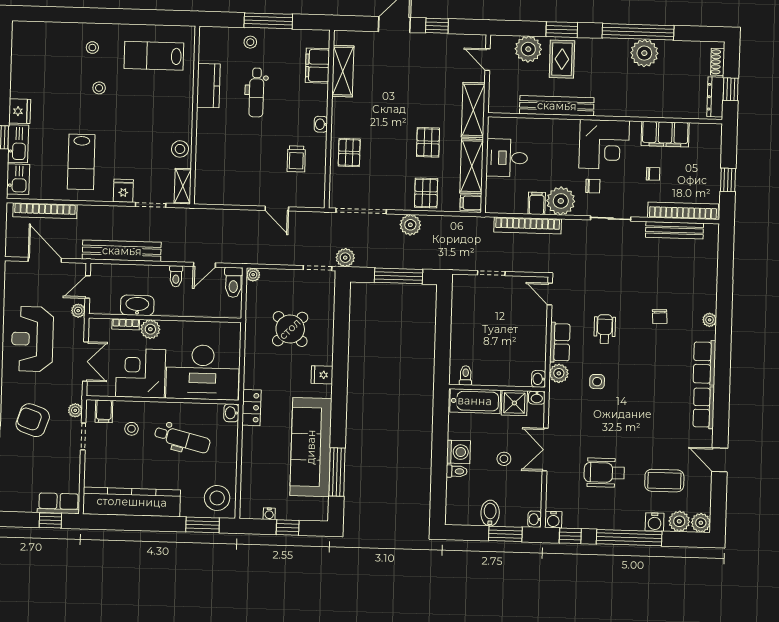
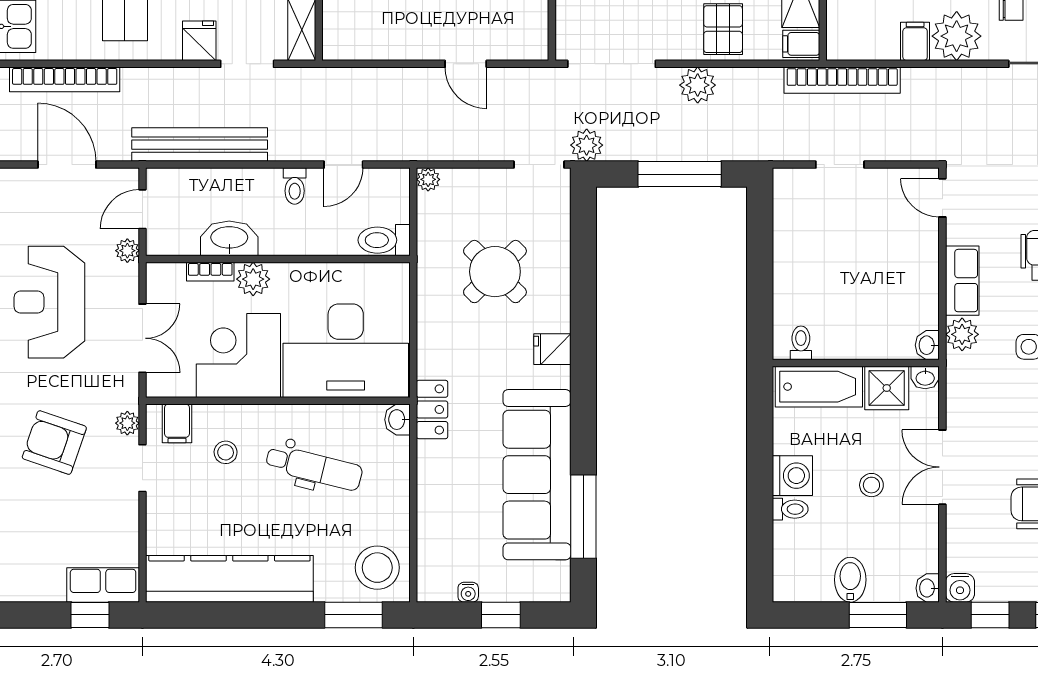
bookcase: (528, 225) -> (842, 80), moved
toilet: (233, 282) -> (384, 240), moved, turned 90

